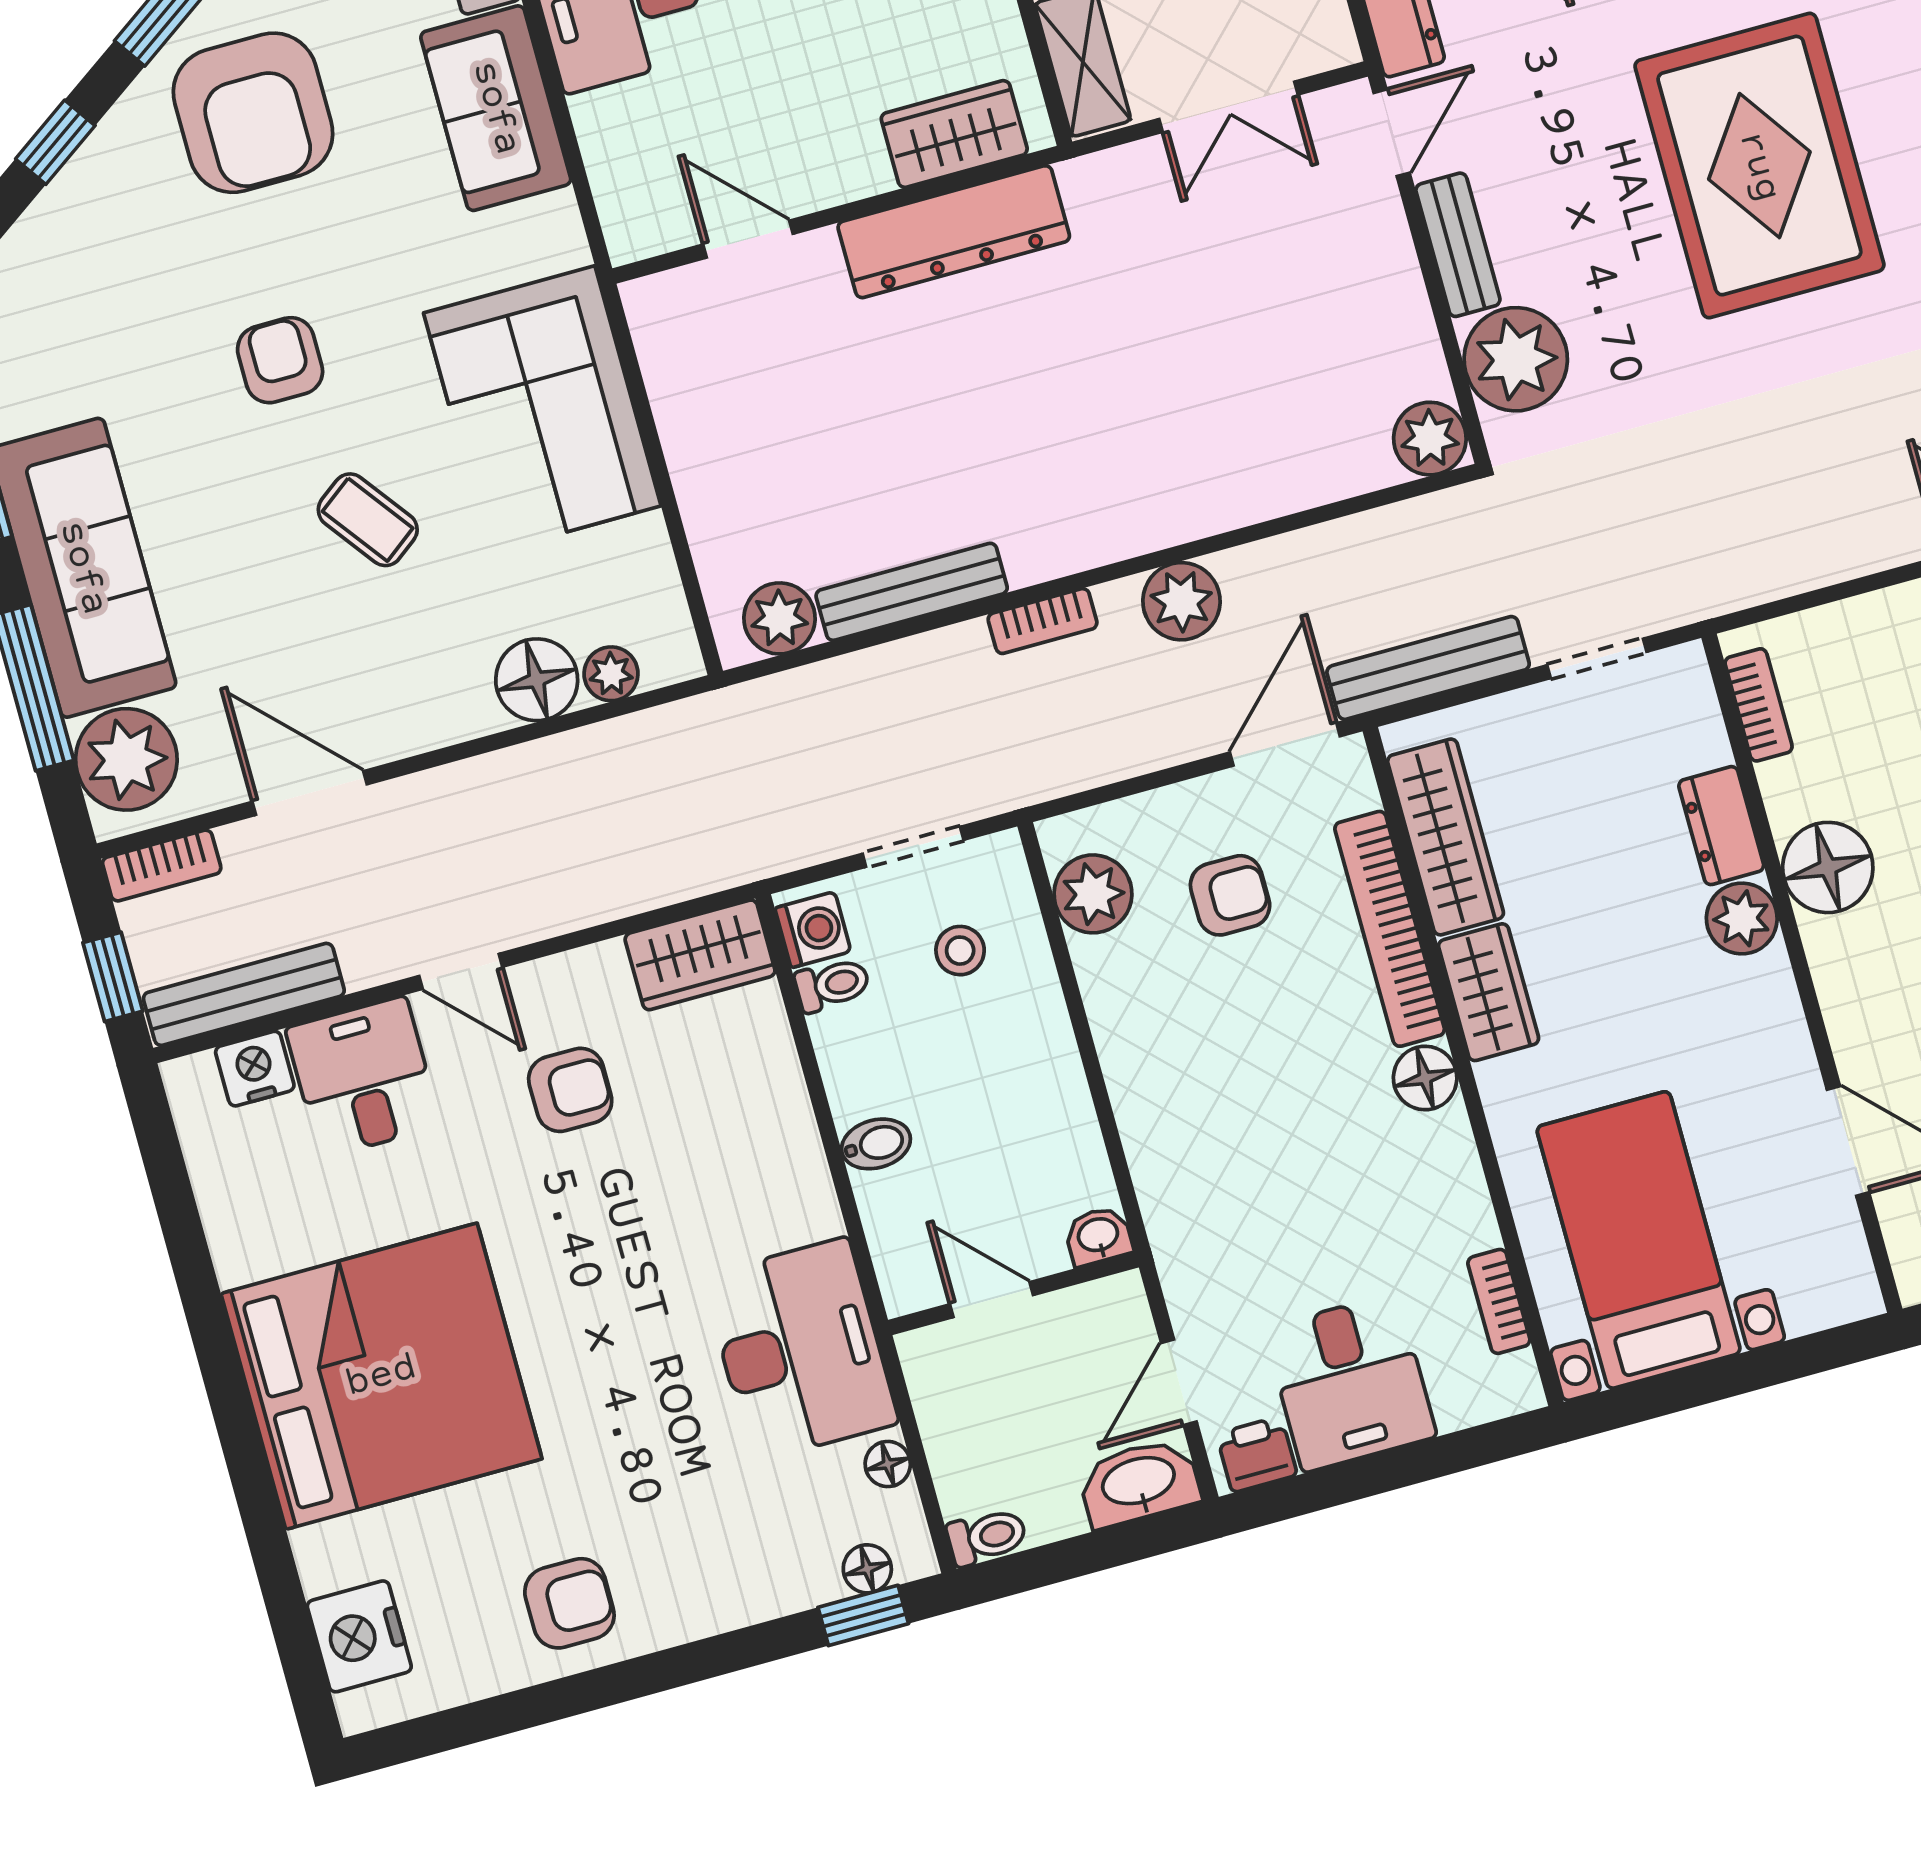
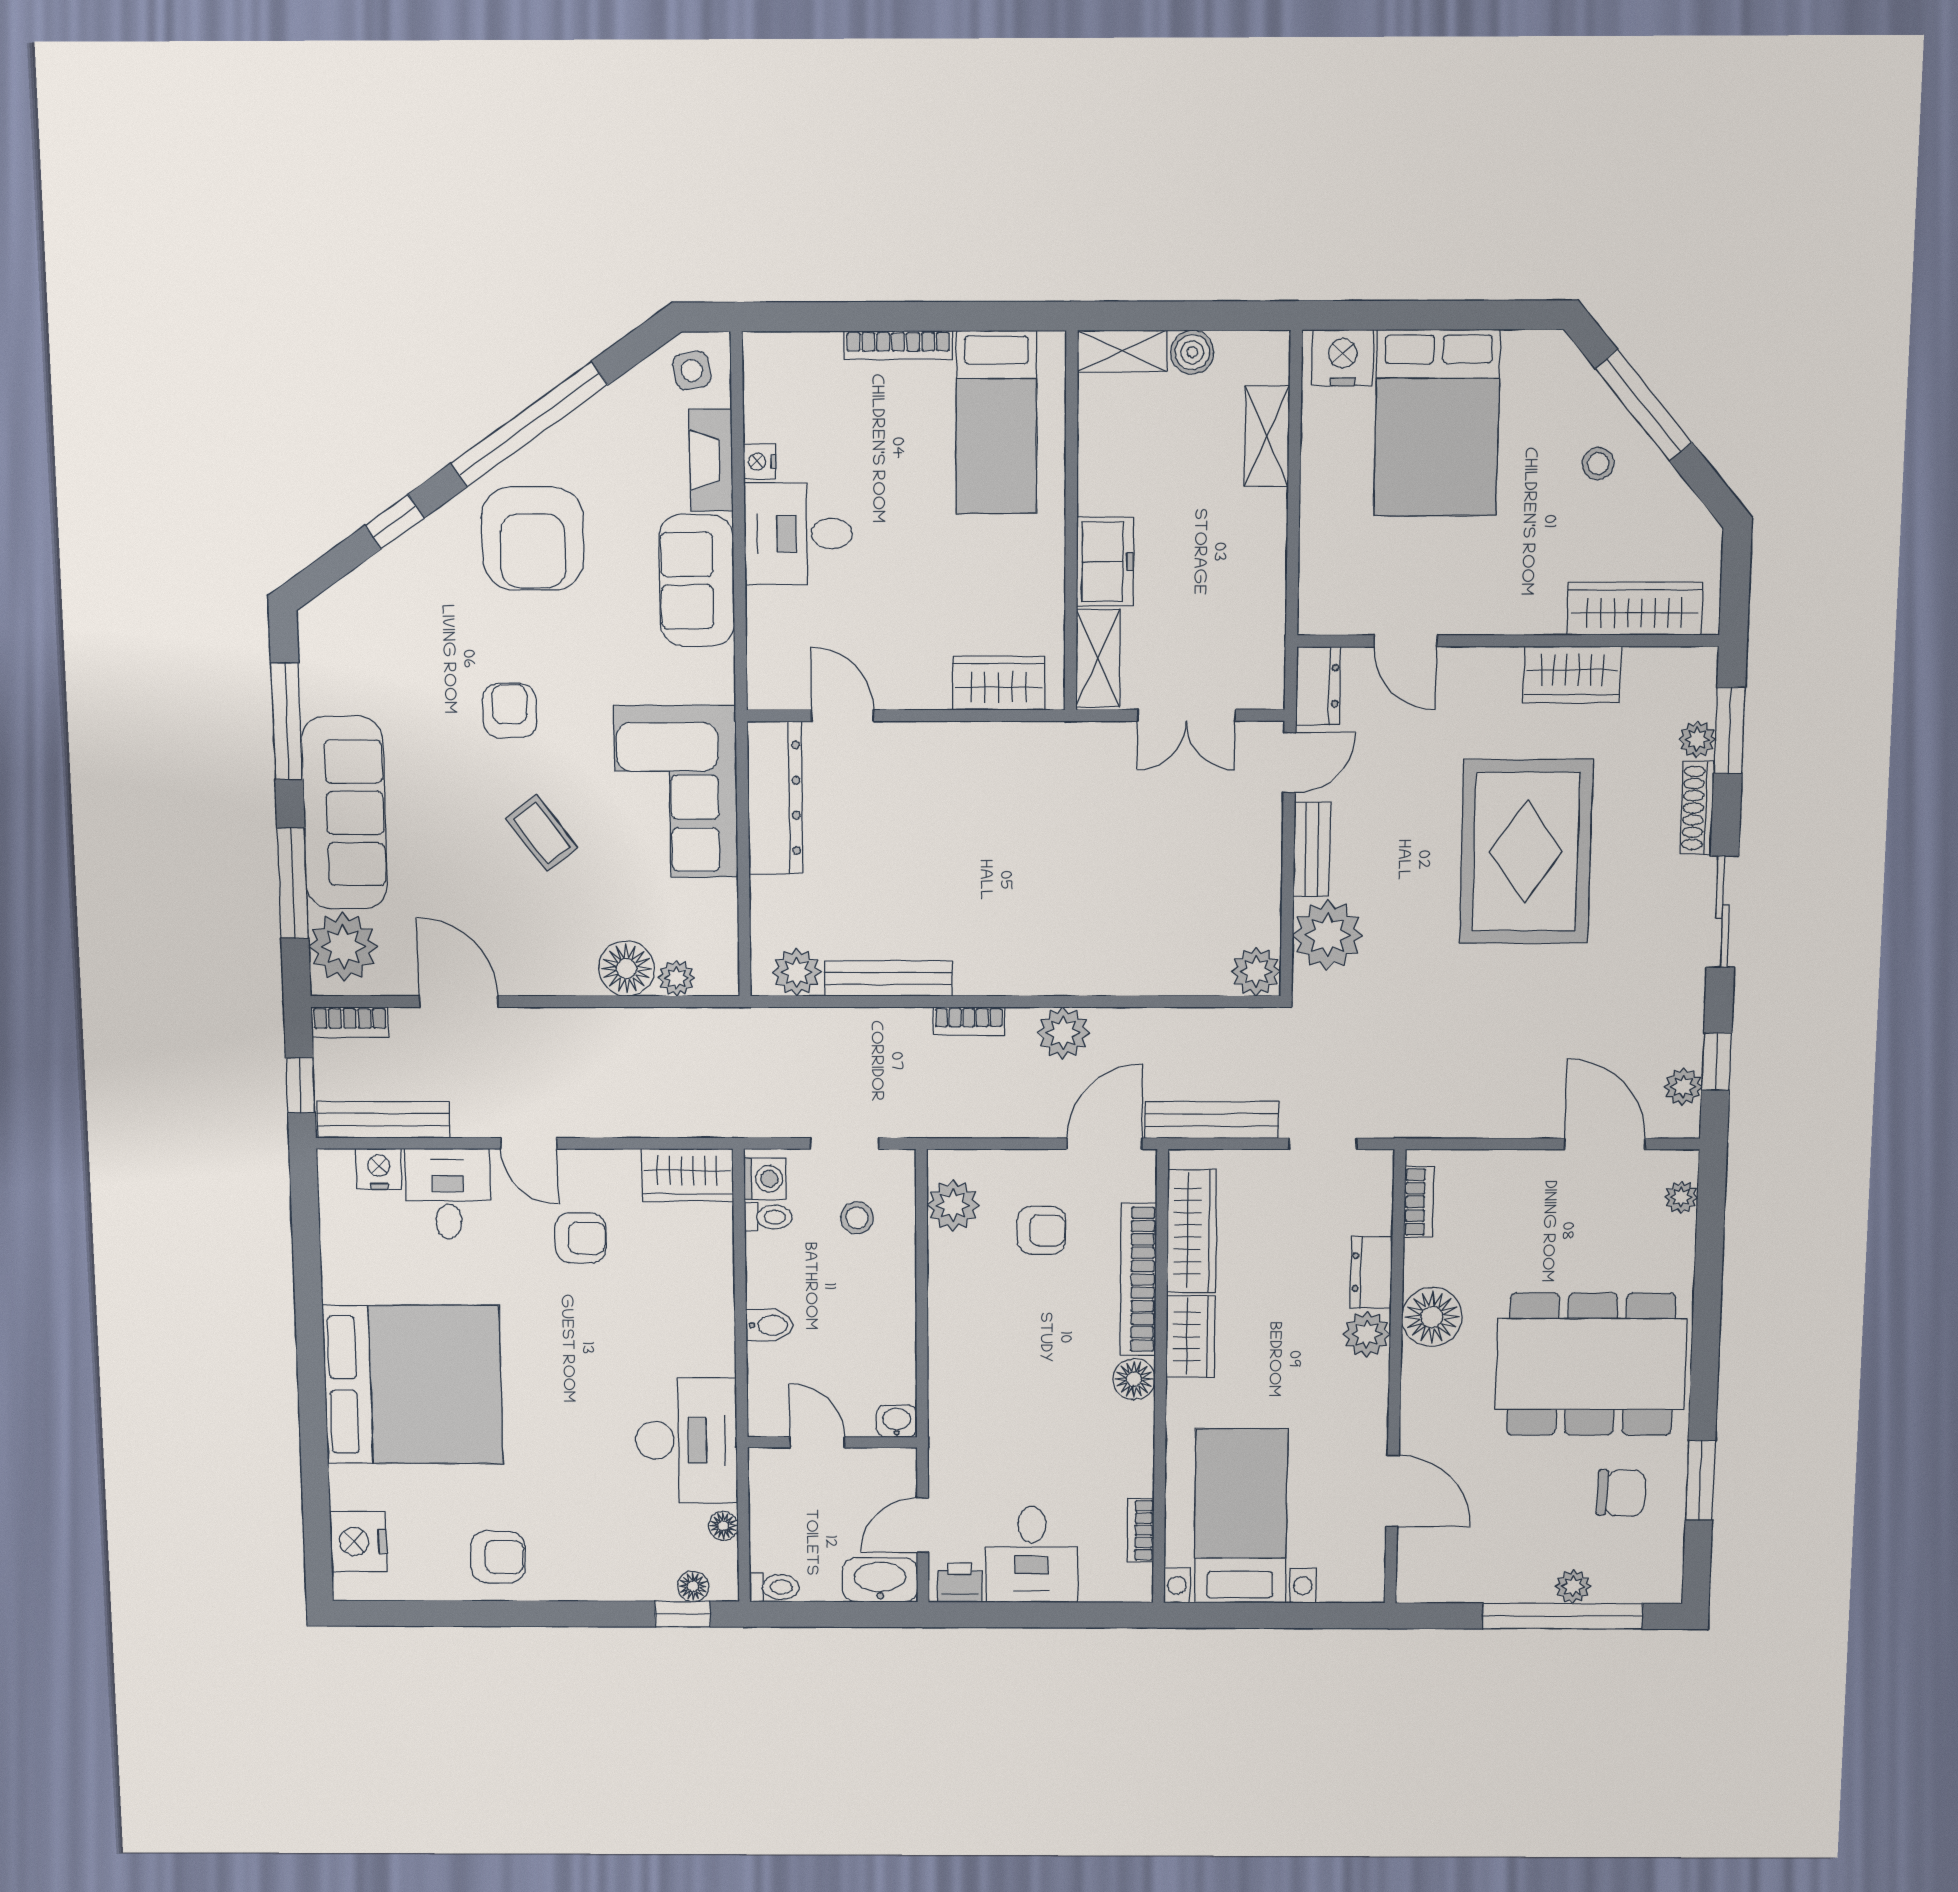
dresser: (954, 232) -> (775, 798), moved, turned -90

